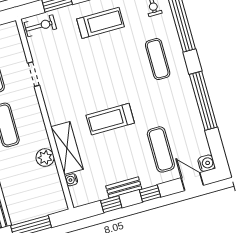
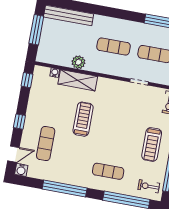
exercise mat: (161, 149) -> (46, 143), turned 90
bench: (124, 187) -> (32, 106), removed
window: (111, 204) -> (27, 80), moved

